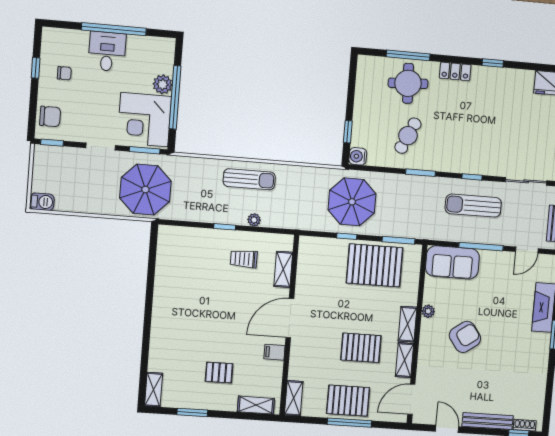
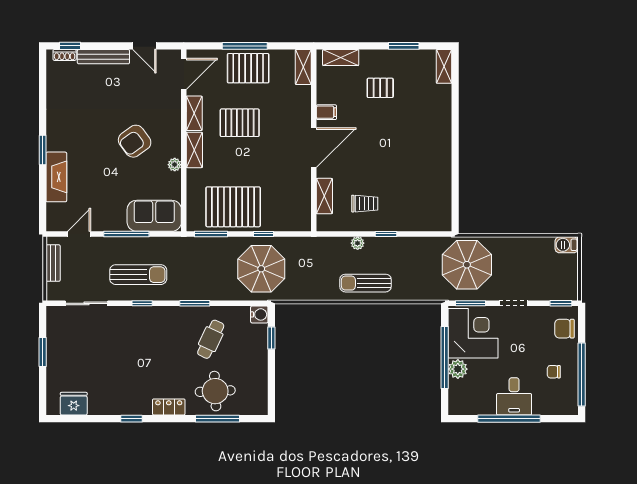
window: (36, 68) -> (582, 374), width x3.17

